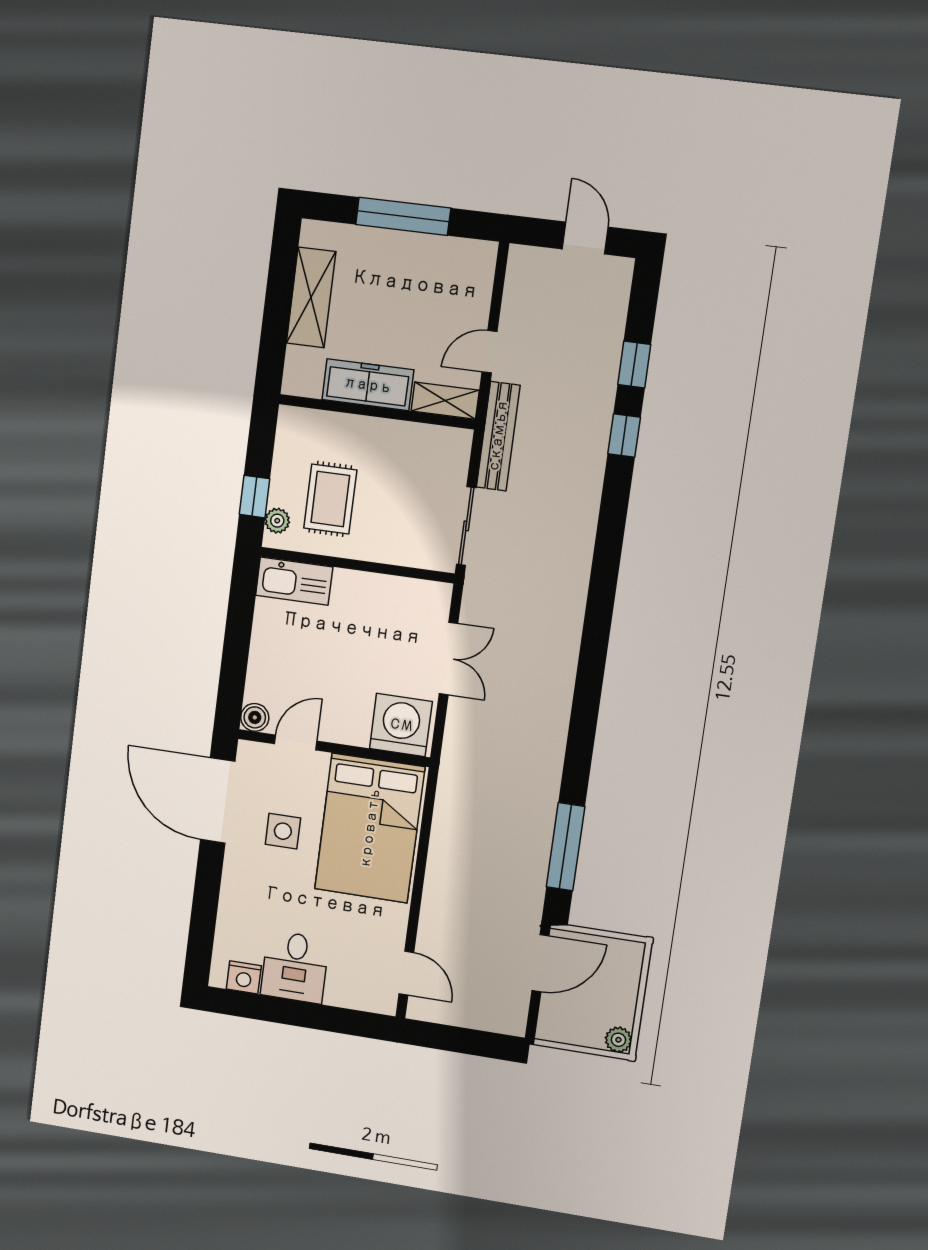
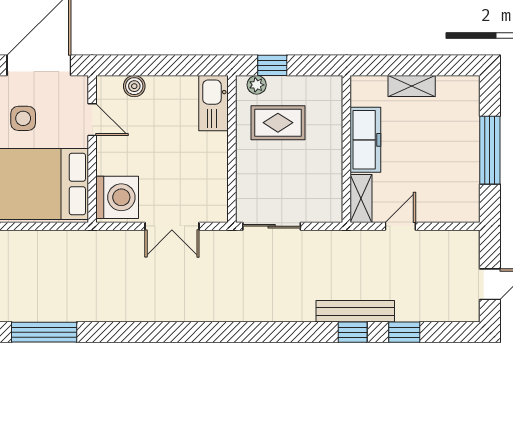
shelving: (311, 297) -> (412, 86), width x0.67, depth x0.75
door: (490, 352) -> (400, 226), hinge flipped
bench: (498, 436) -> (355, 311), moved
boiler: (255, 717) -> (134, 86), moved

